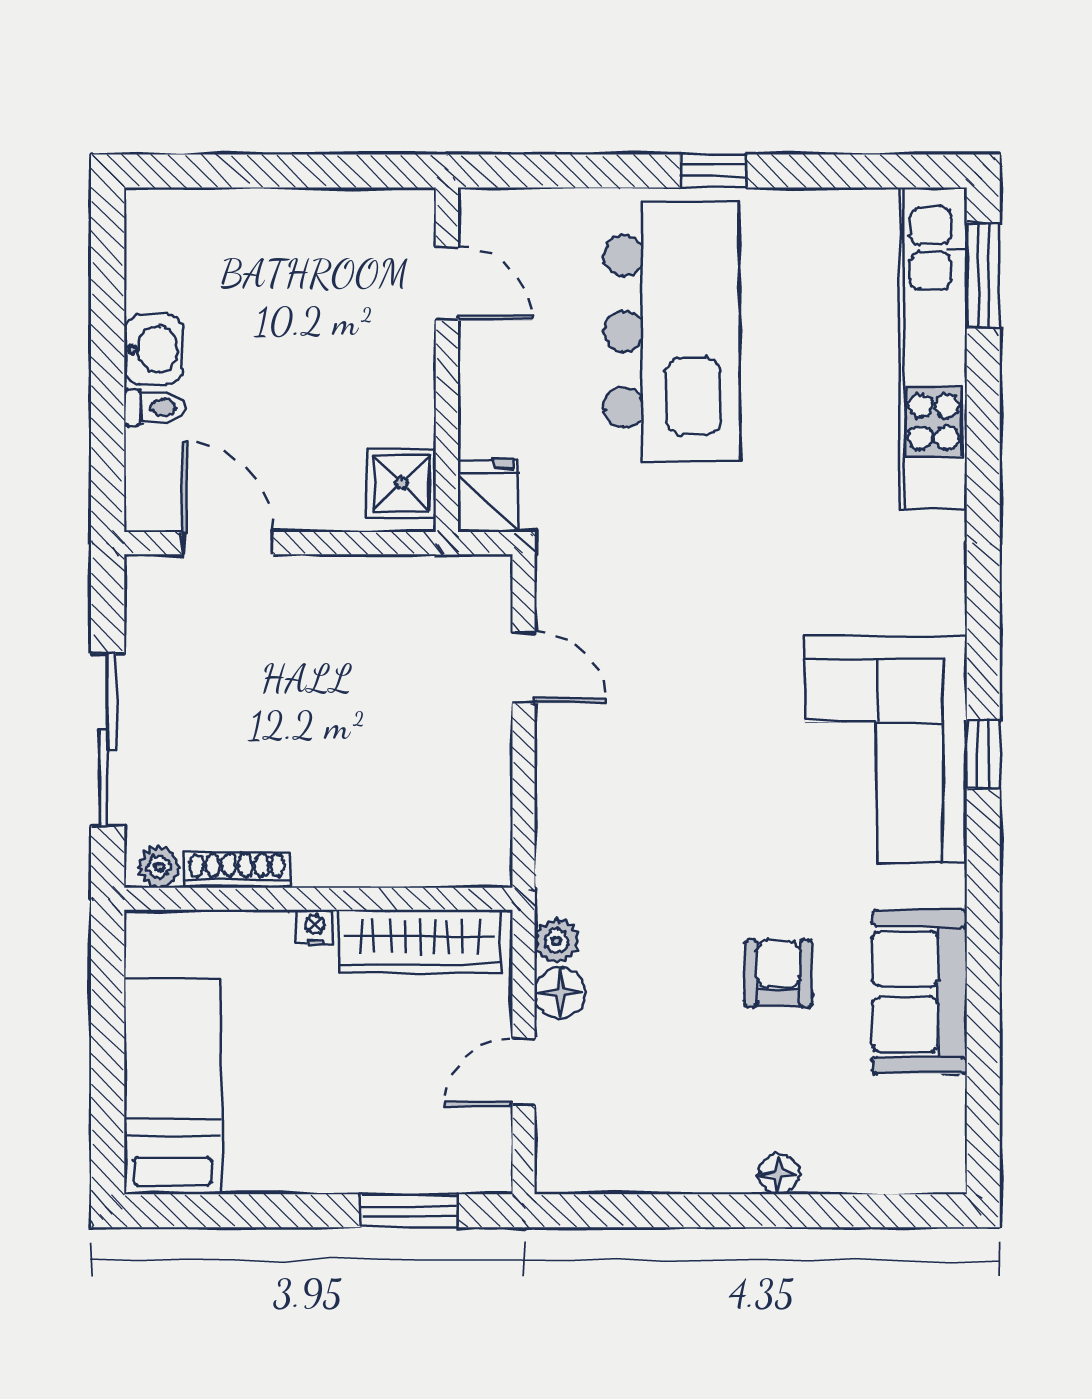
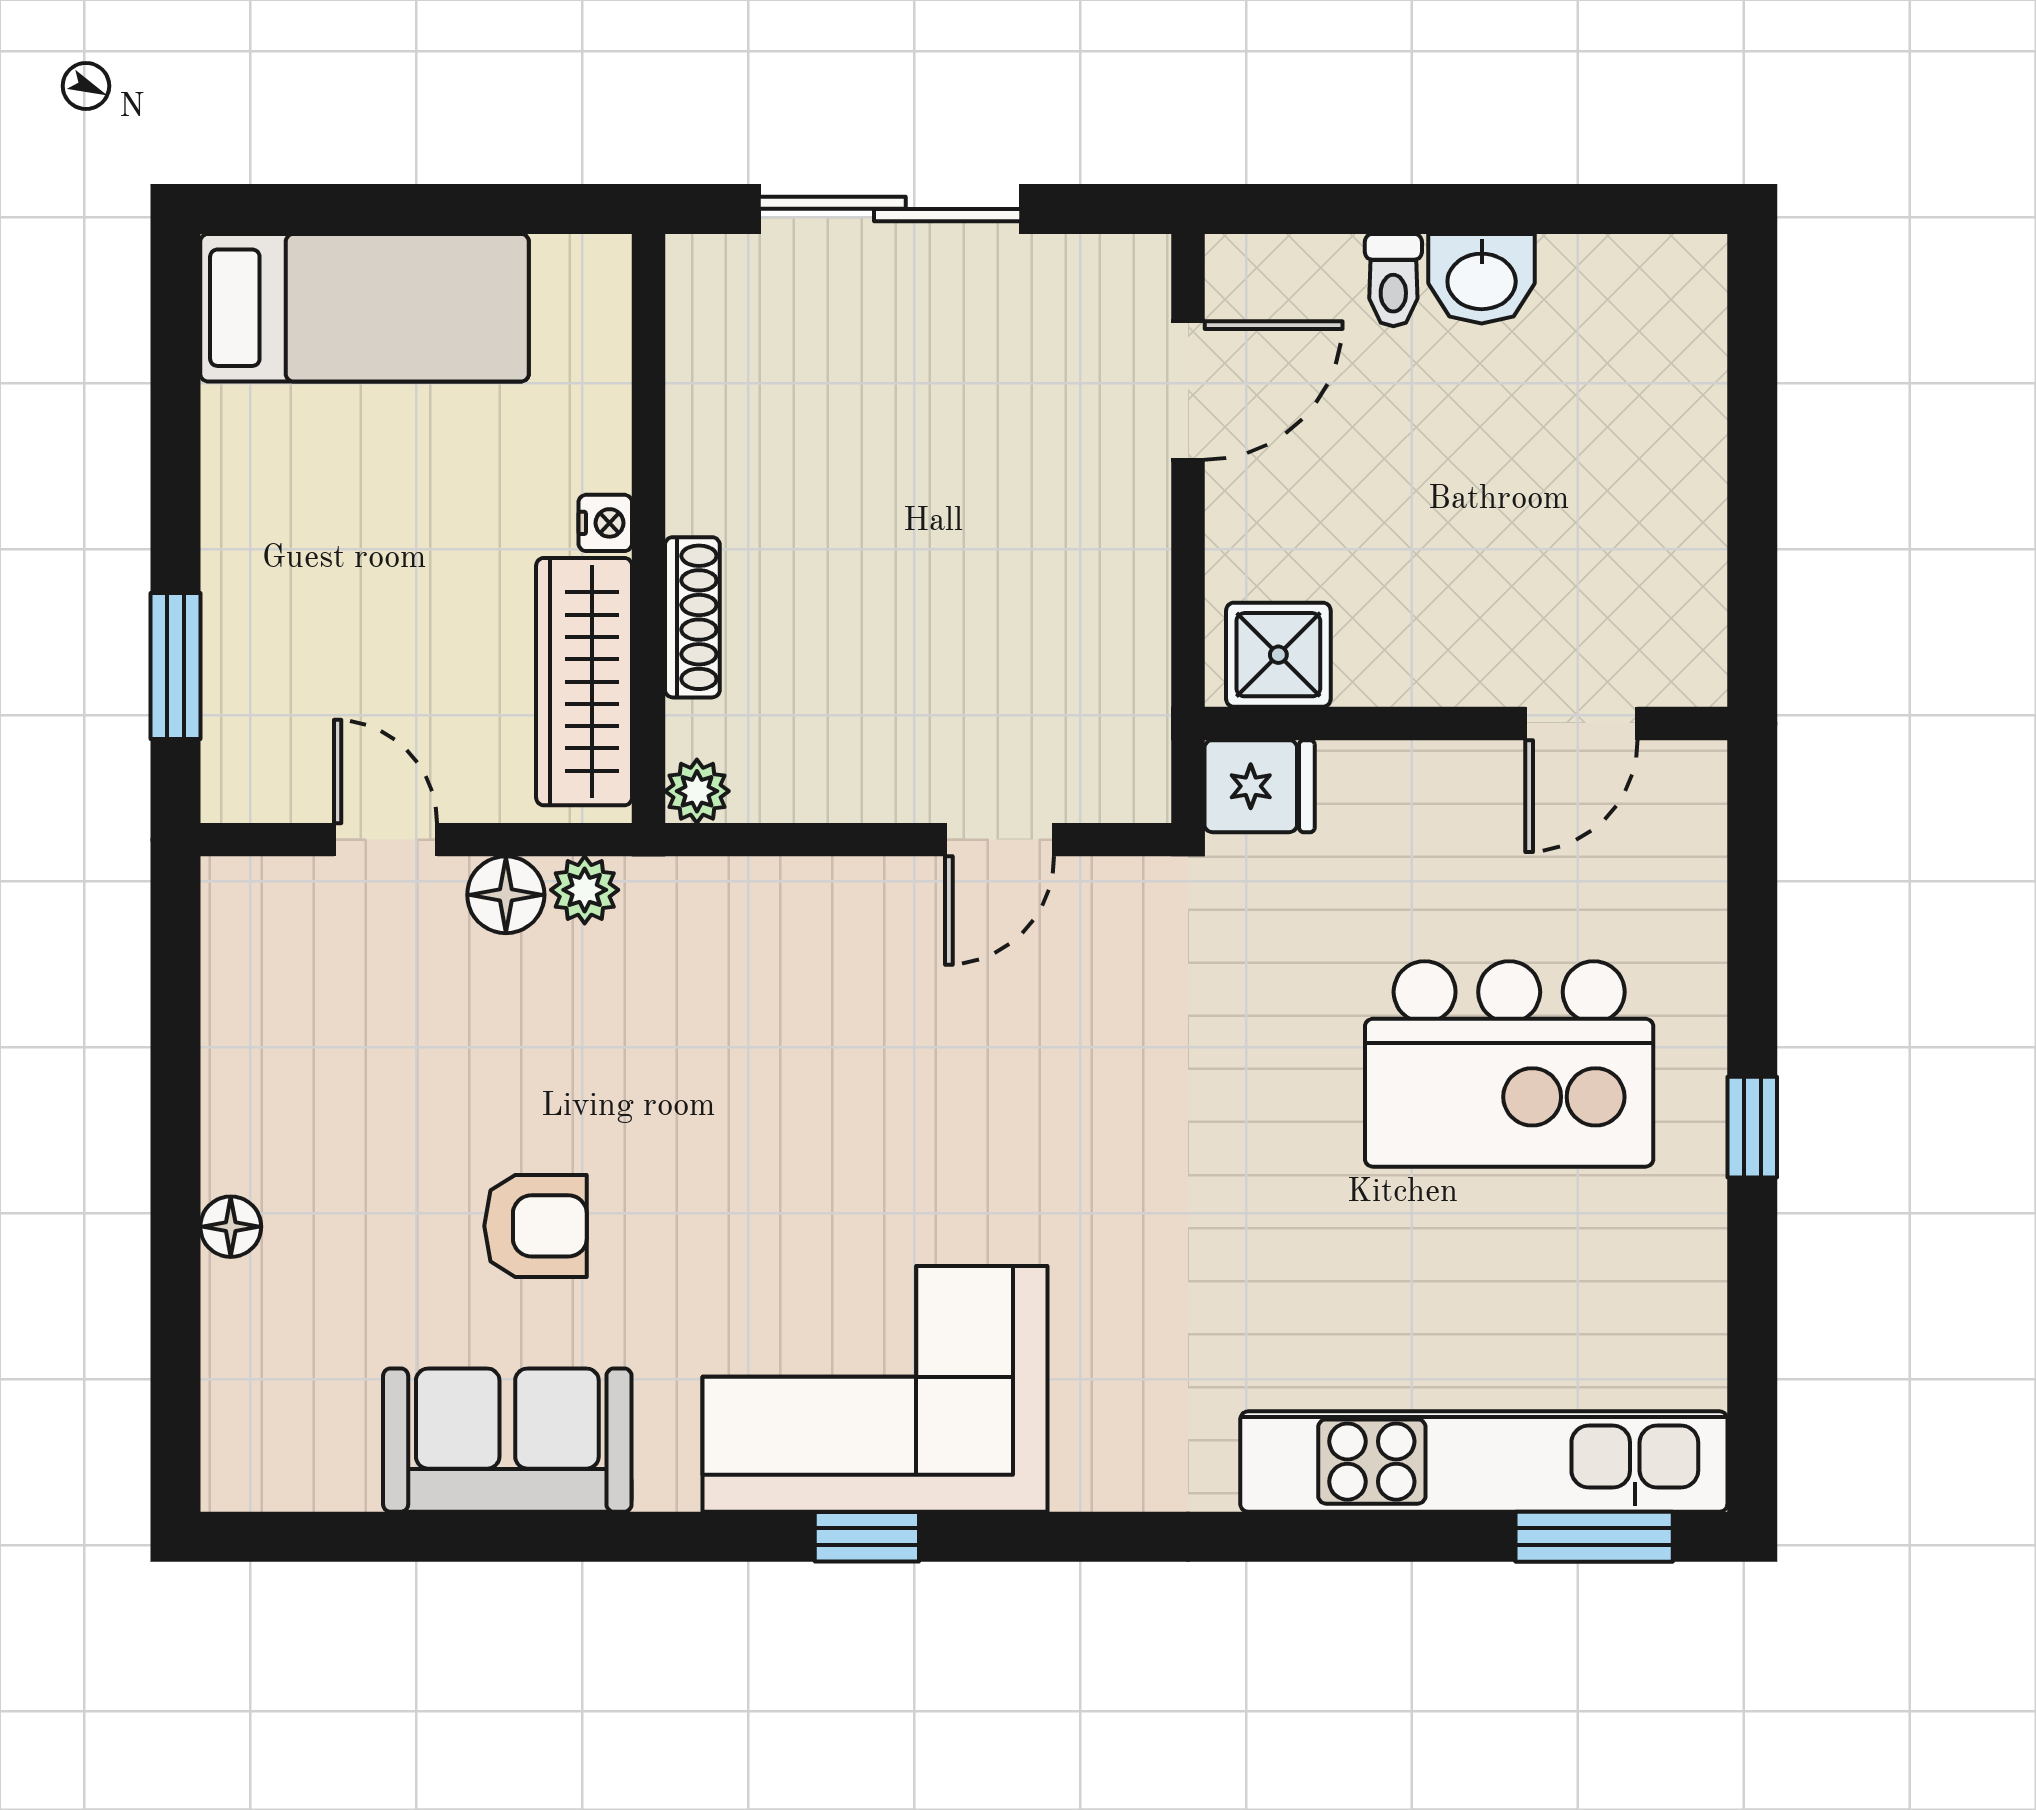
kitchen island: (671, 331) -> (1509, 1064), width x0.73
plant: (159, 867) -> (697, 791), moved
shoe rack: (237, 870) -> (692, 617), moved

